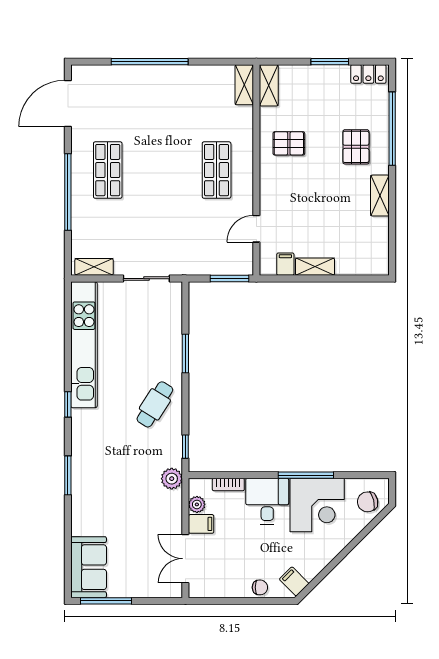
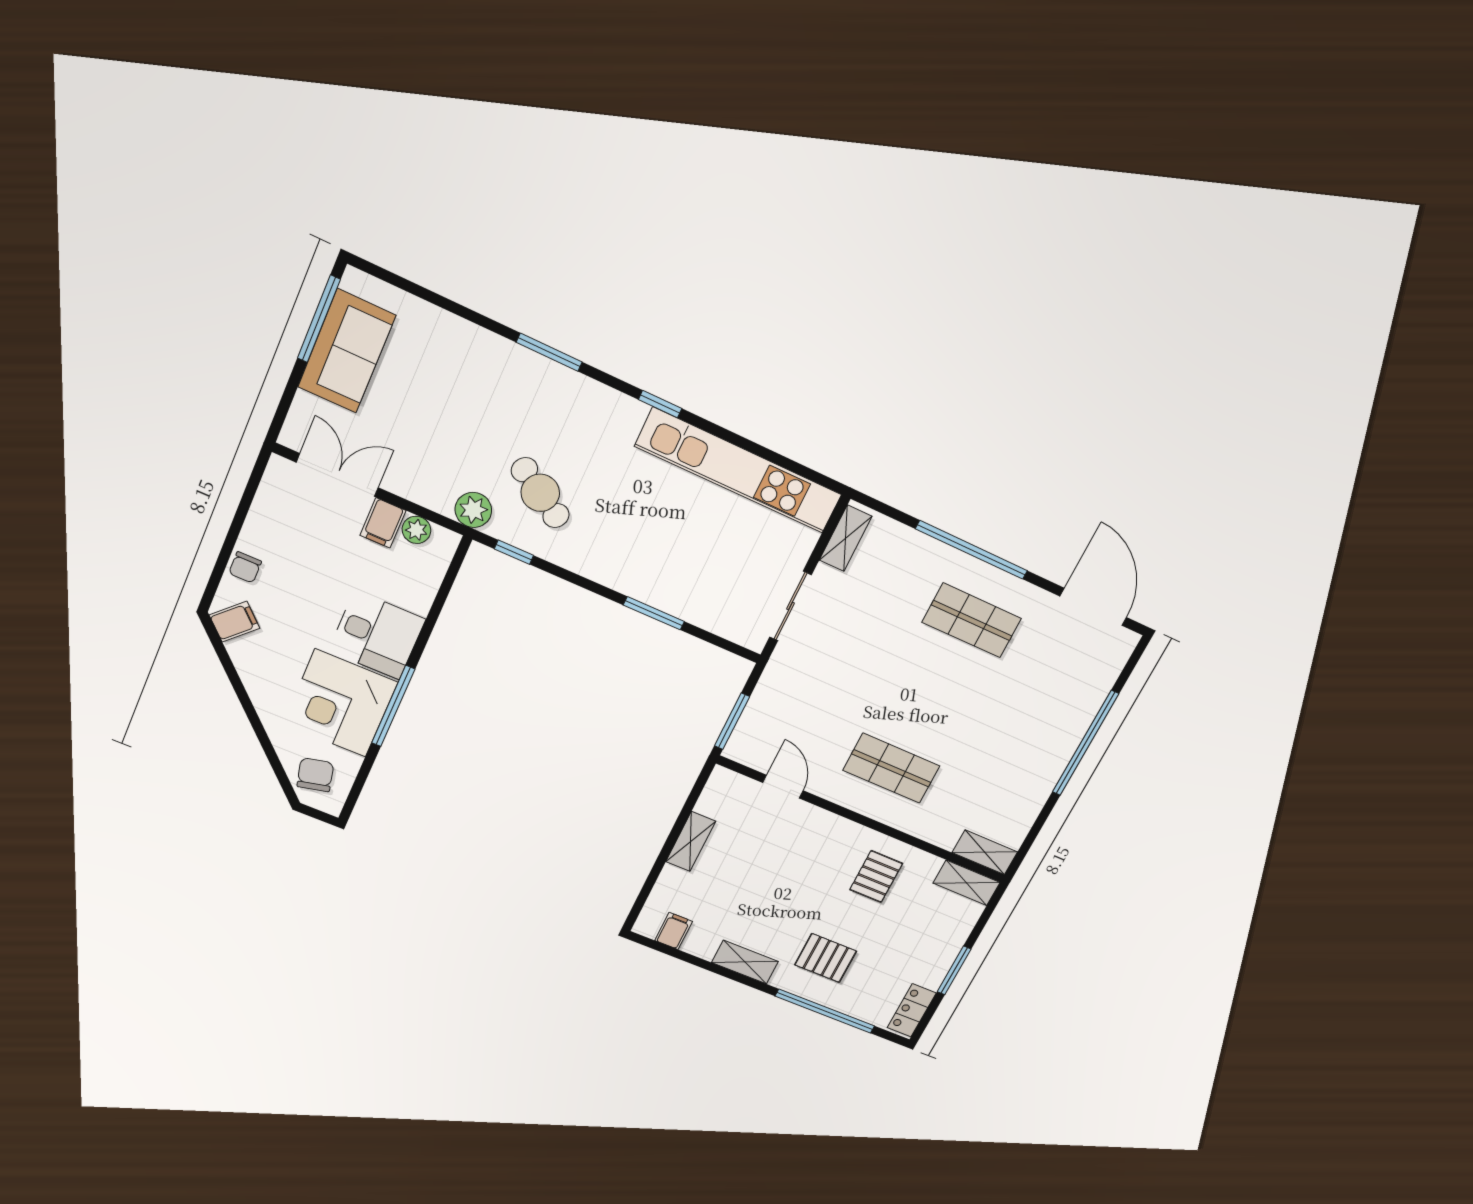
filing cabinet: (285, 264) -> (674, 931), moved, turned -90
cafe table: (155, 404) -> (540, 493), moved
bookcase: (228, 485) -> (427, 590), removed
sofa: (89, 567) -> (347, 351), moved, turned -90

